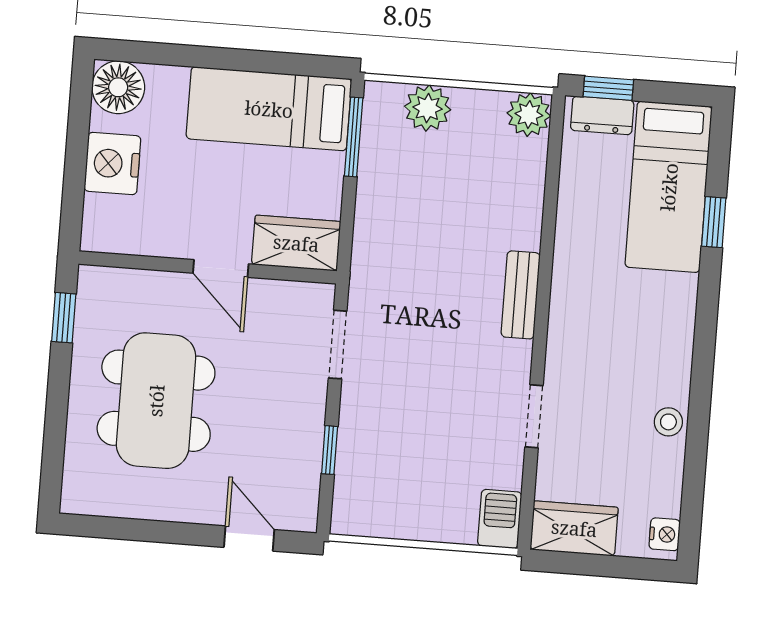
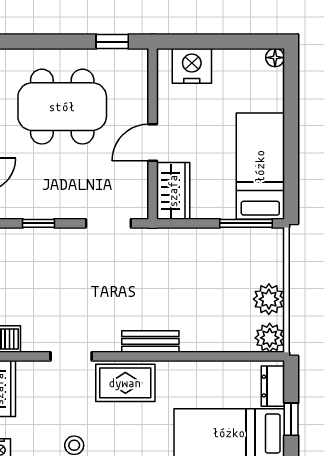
floor lamp: (118, 87) -> (275, 58), width x0.53, depth x0.53
window: (608, 88) -> (291, 419), moved
plant: (428, 108) -> (269, 299), moved
nightstand: (112, 164) -> (192, 66), moved
rug: (580, 338) -> (125, 383), added

